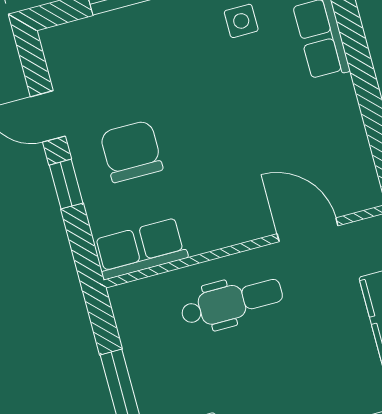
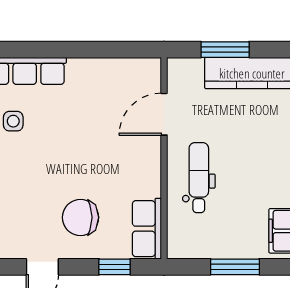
window: (66, 184) -> (115, 267), moved

